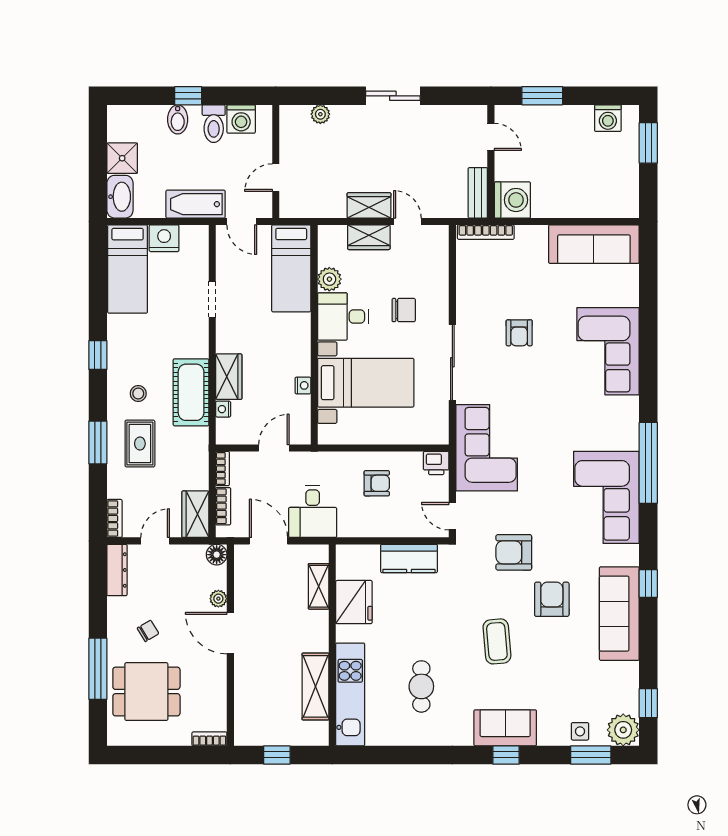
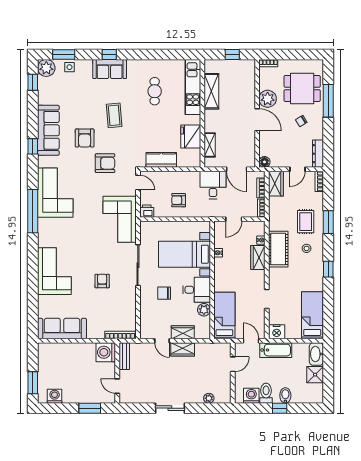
nightstand: (164, 238) -> (277, 332), moved
plant: (218, 599) -> (268, 99), moved, width x1.88, depth x1.88

